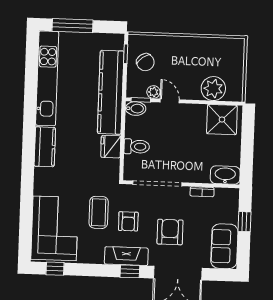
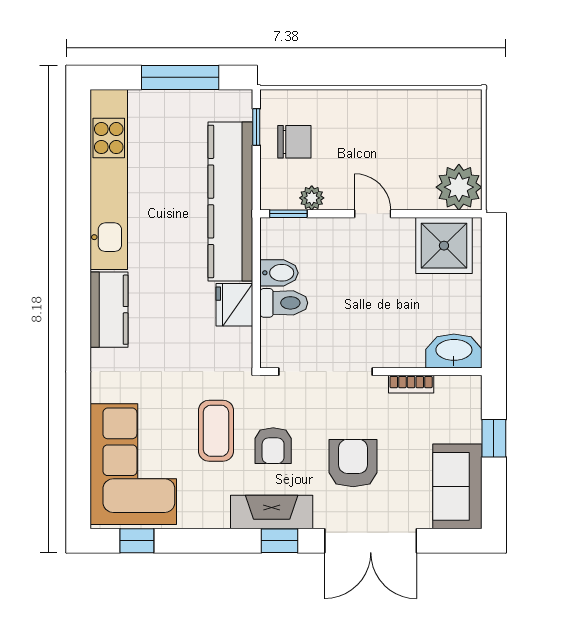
window: (72, 26) -> (180, 77), moved
chair: (145, 62) -> (294, 142), turned -54
plant: (213, 89) -> (459, 187), moved
door: (170, 101) -> (373, 214), moved
bidet: (136, 109) -> (279, 273), moved

